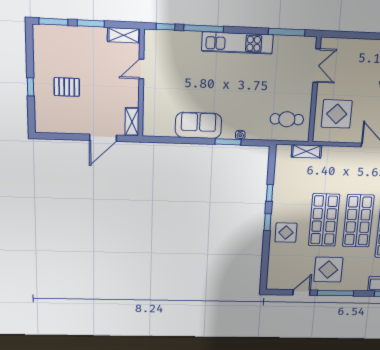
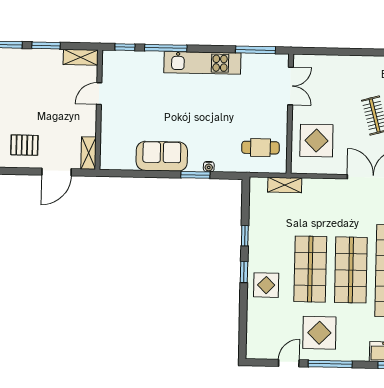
pallet: (67, 87) -> (24, 145), moved

